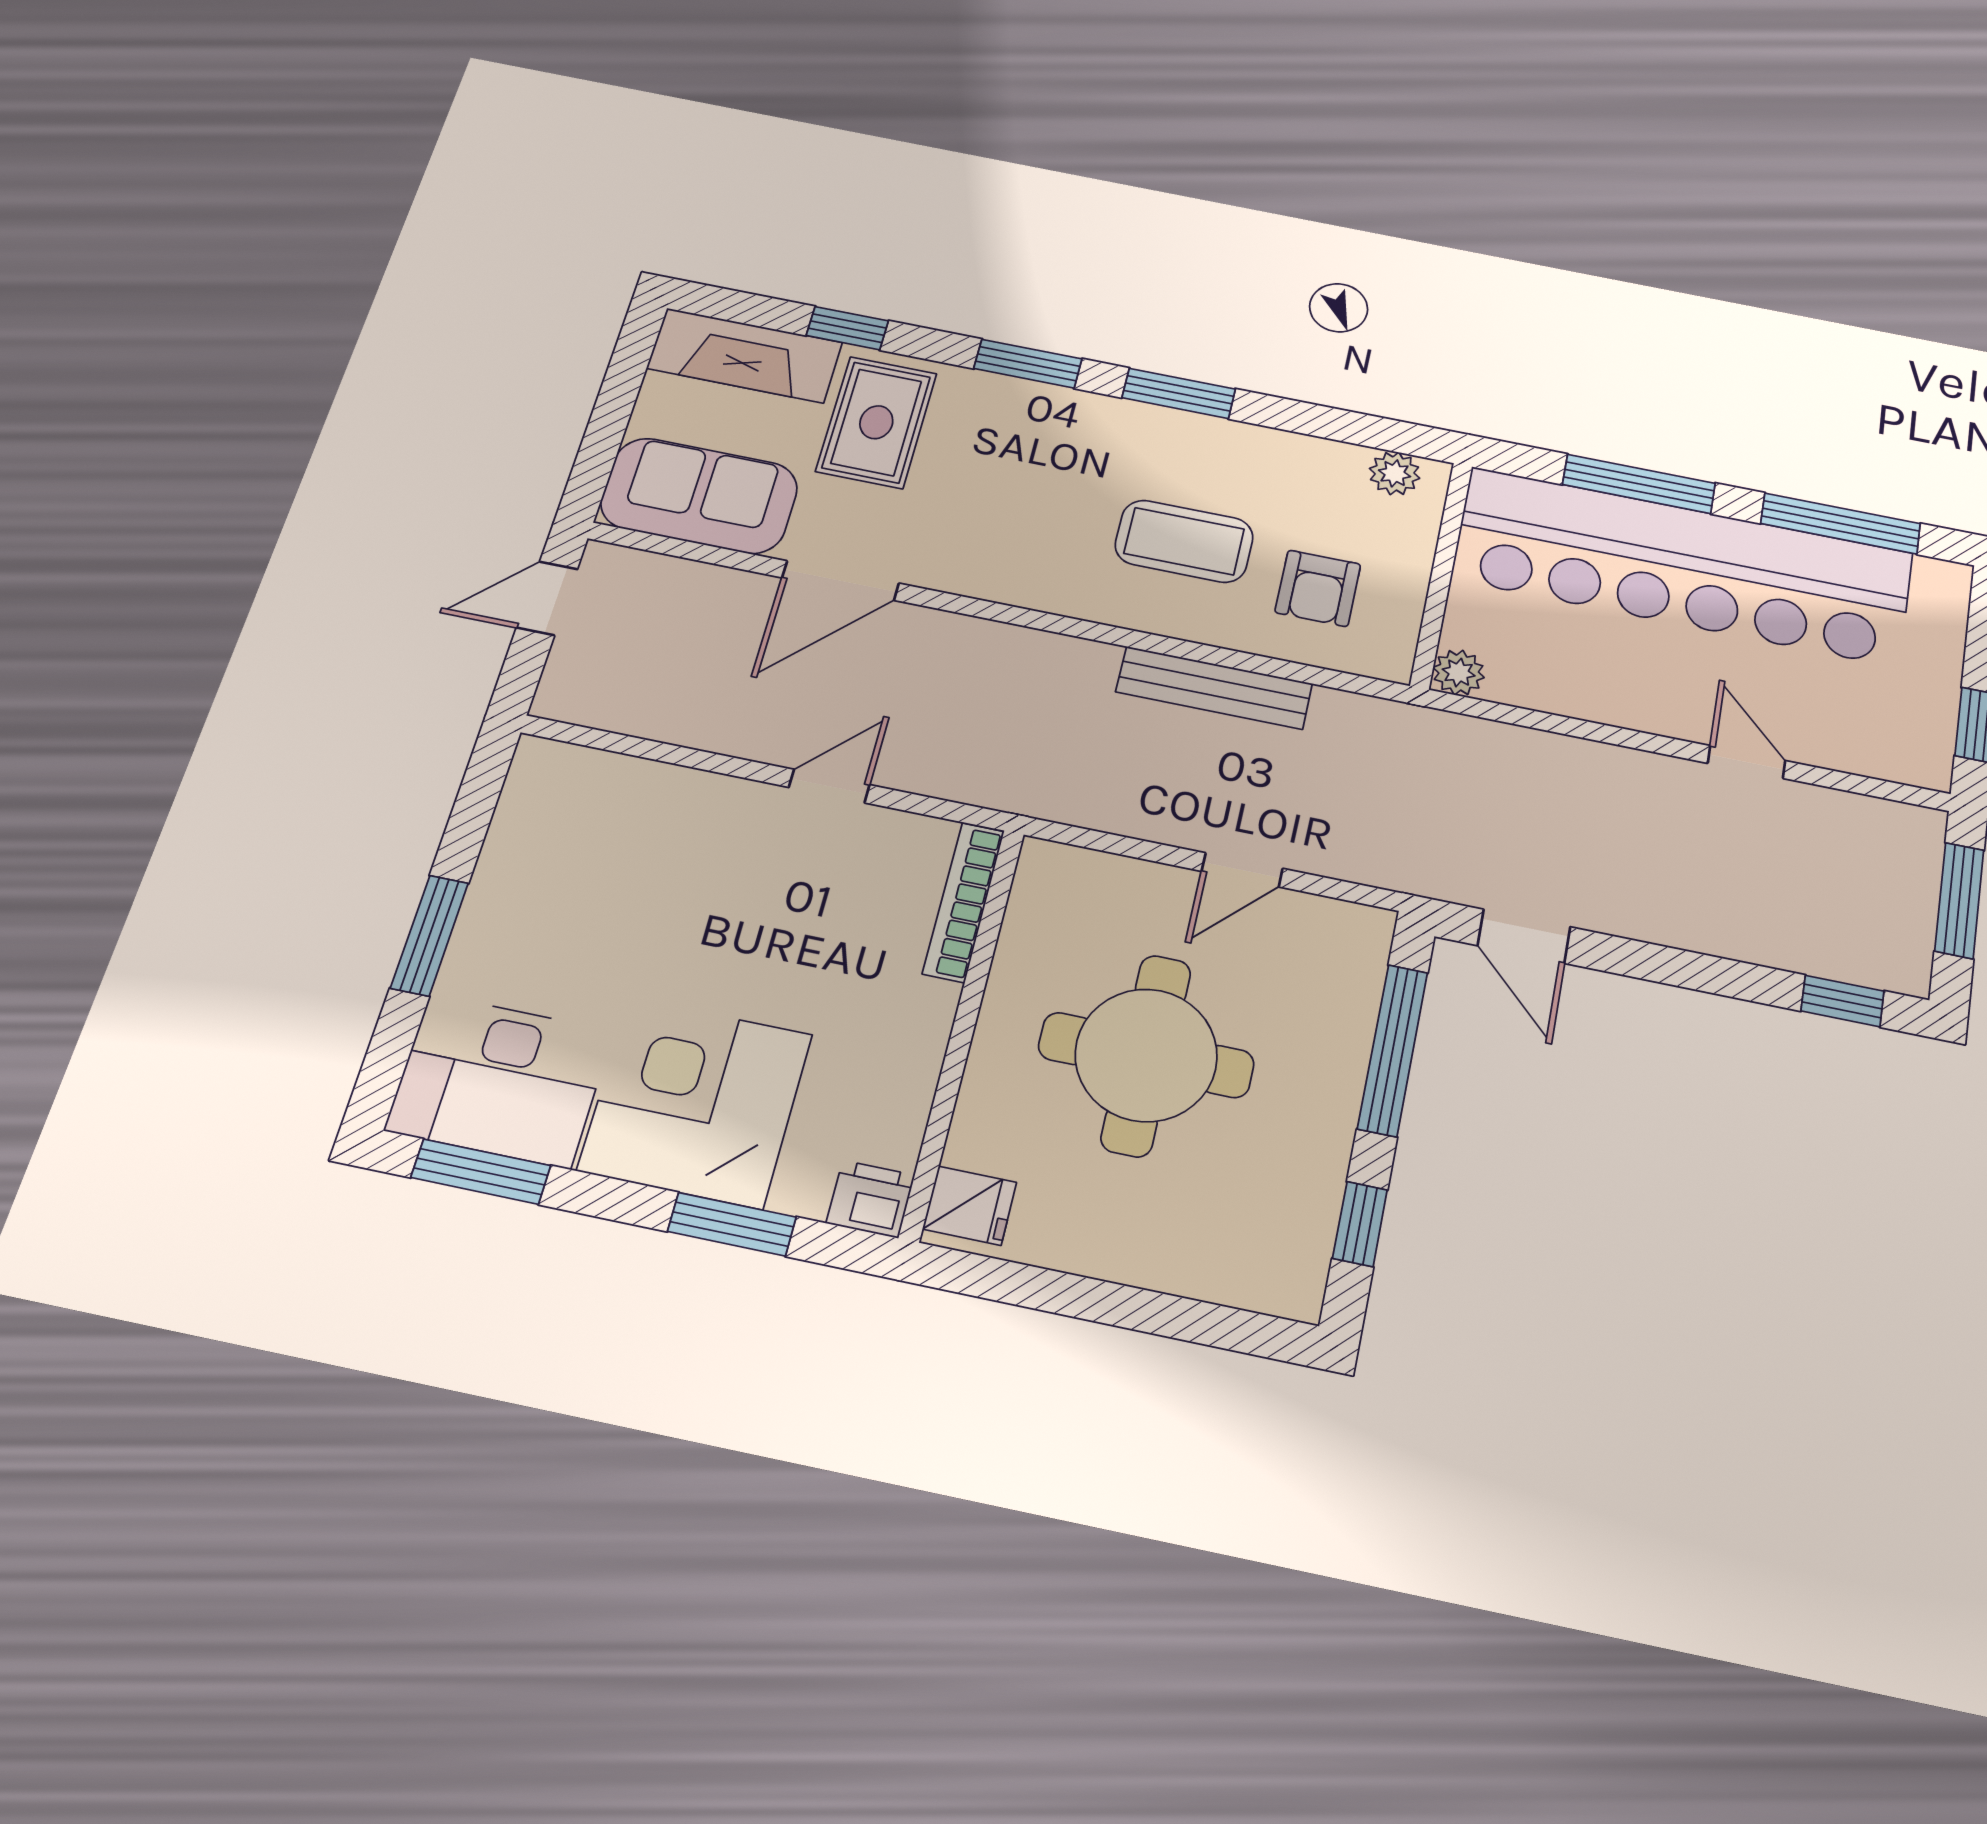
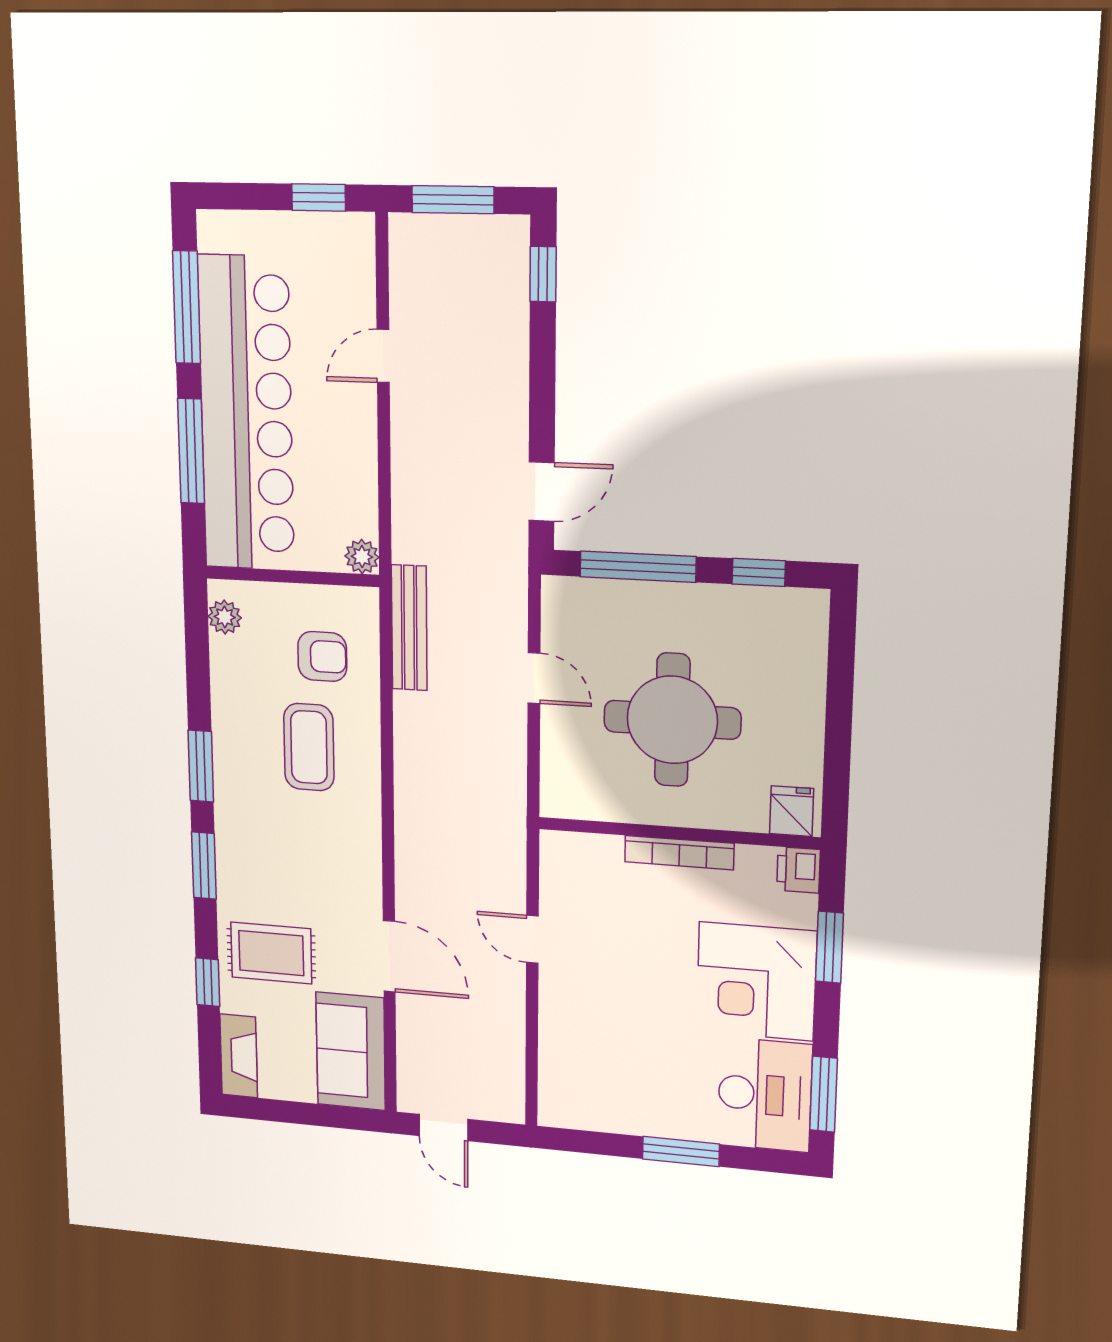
fireplace: (745, 355) -> (239, 1056), width x0.73, depth x0.76
bench: (1214, 688) -> (409, 628), moved
bookcase: (964, 902) -> (679, 853), moved

